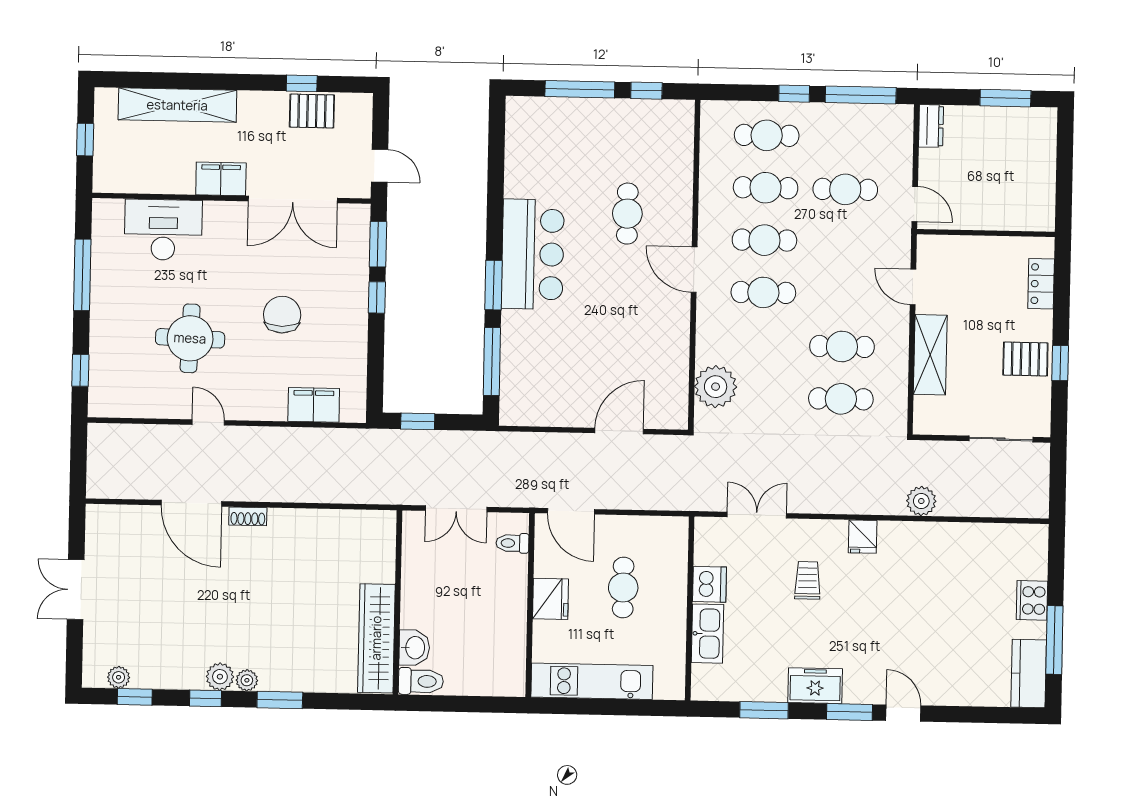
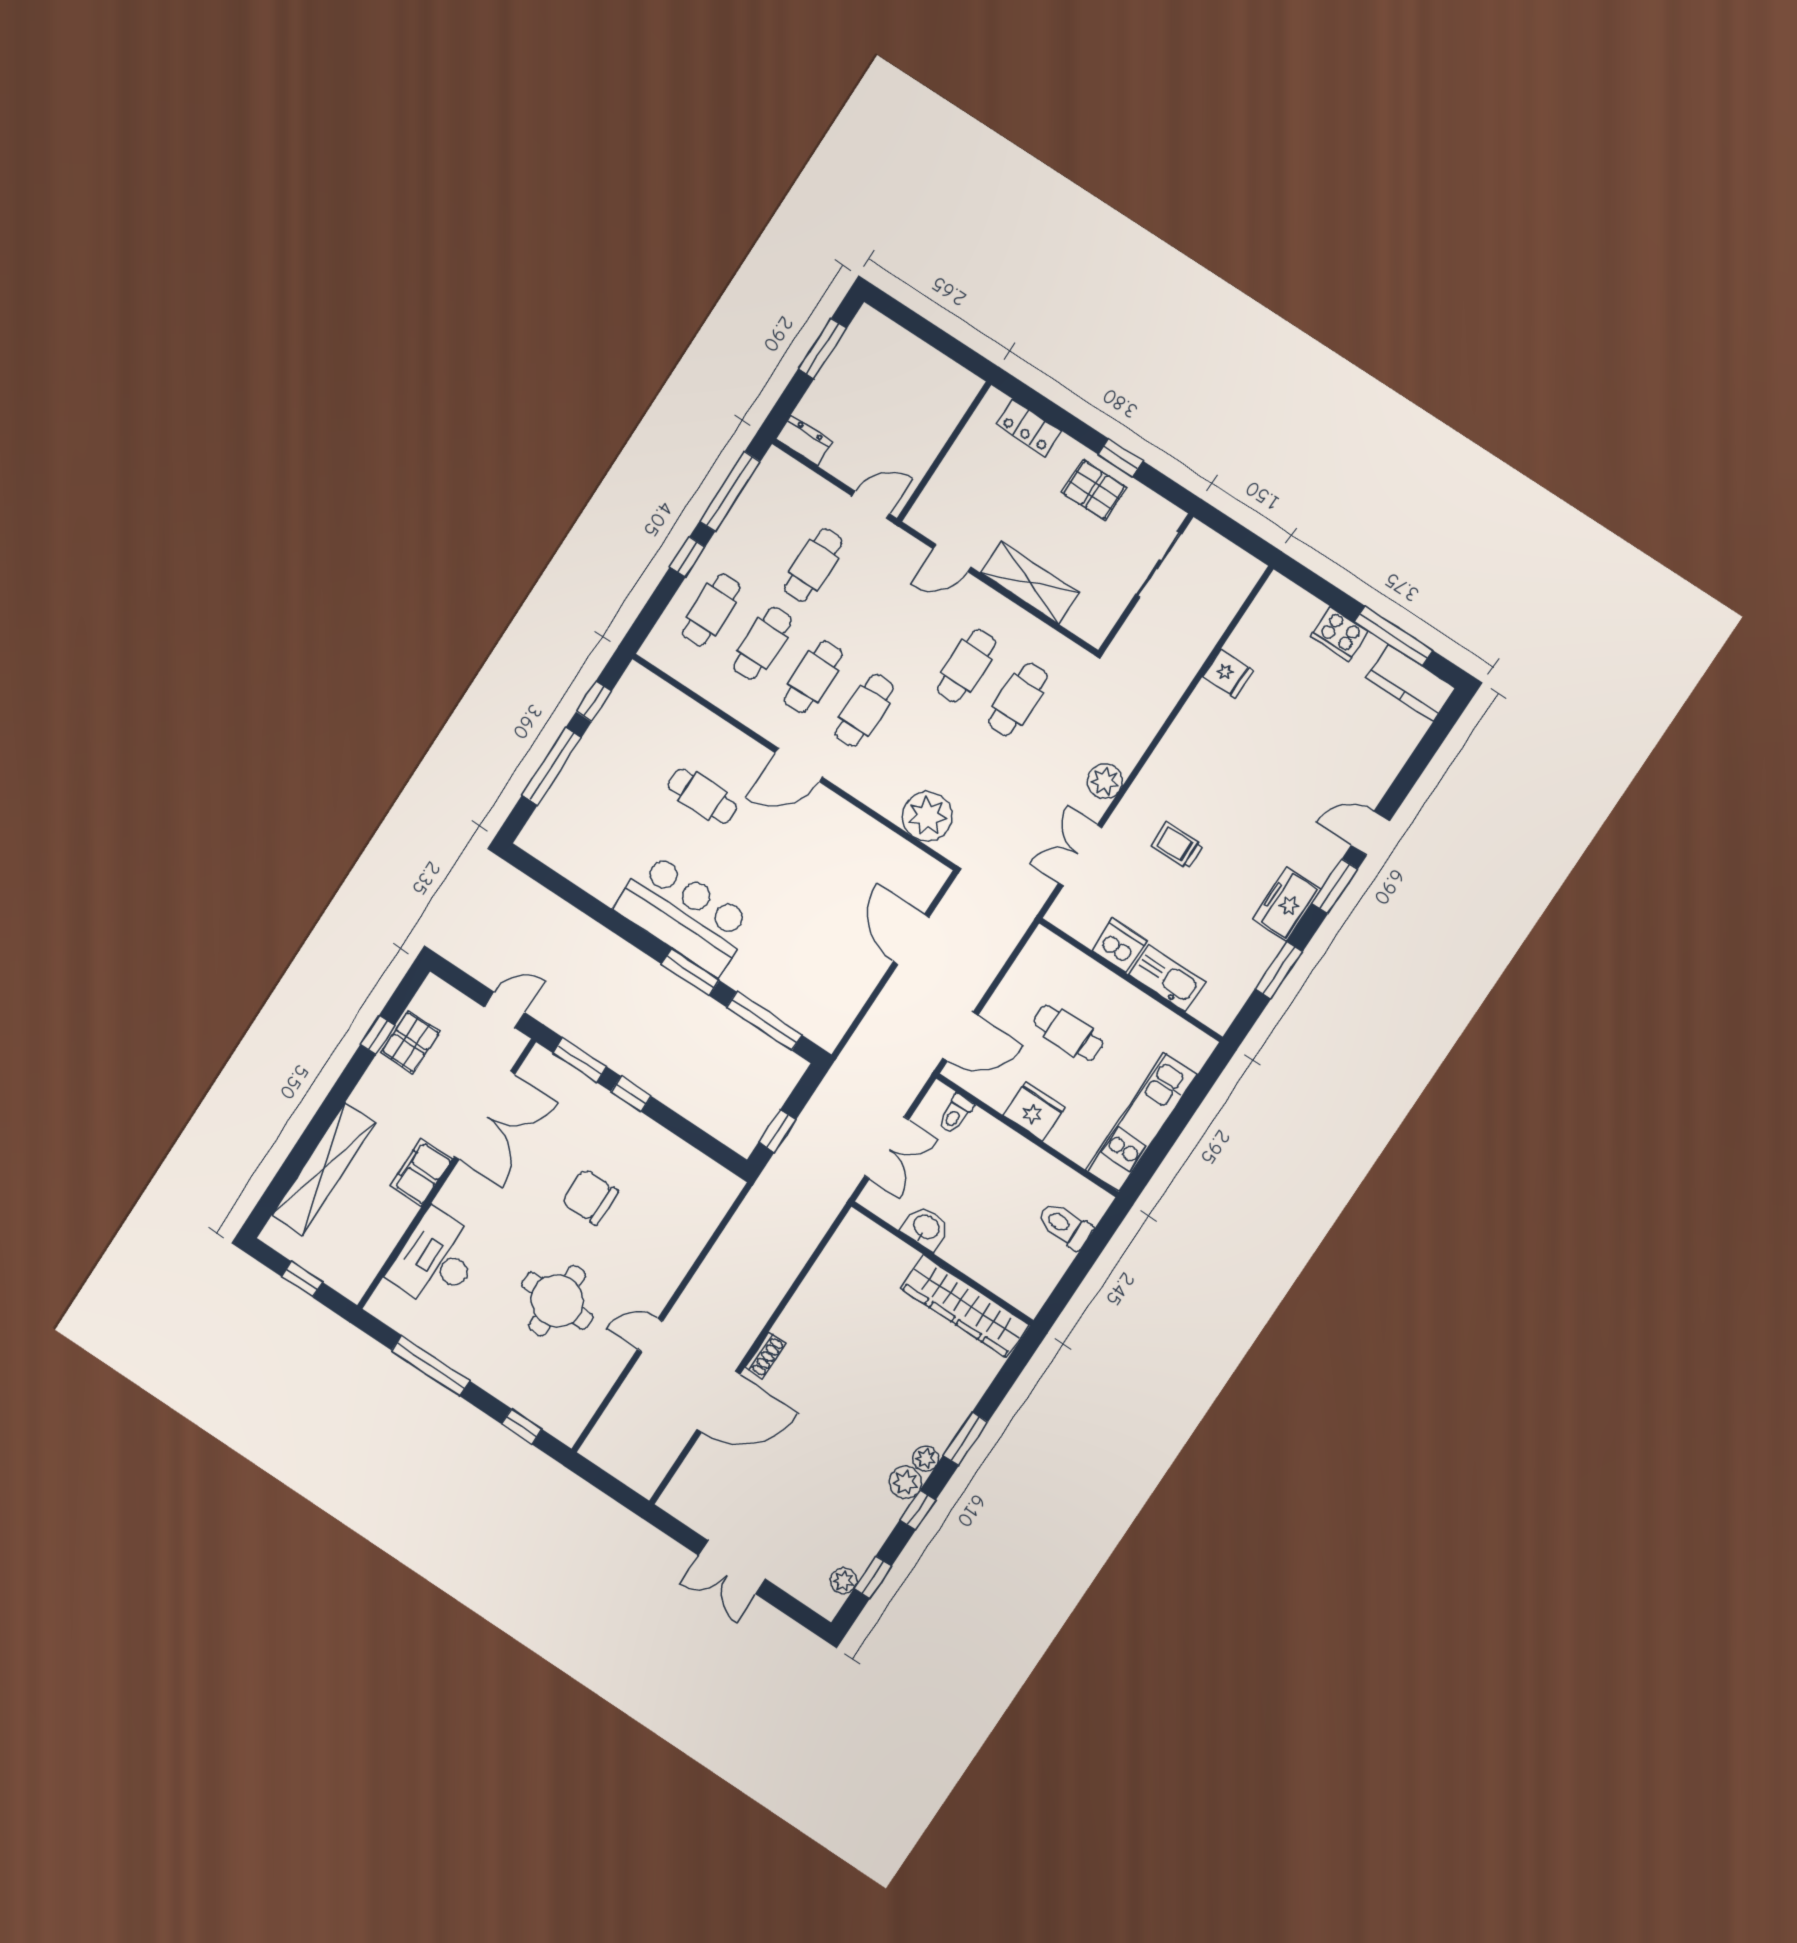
pallet: (1025, 359) -> (1094, 490), turned 90
filing cabinet: (314, 405) -> (697, 1222), removed
plant: (921, 501) -> (1105, 781), moved
fridge: (863, 537) -> (1228, 674), moved
washbasin: (414, 648) -> (926, 1228), moved
toilet: (421, 681) -> (1065, 1226), moved, turned -90

